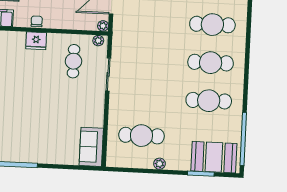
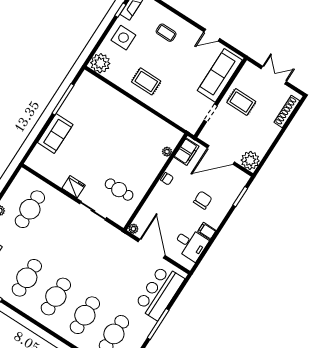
fridge: (36, 41) -> (74, 187), moved, turned 90
plant: (98, 41) -> (167, 152), moved
sofa: (91, 147) -> (55, 133), moved, turned 90

